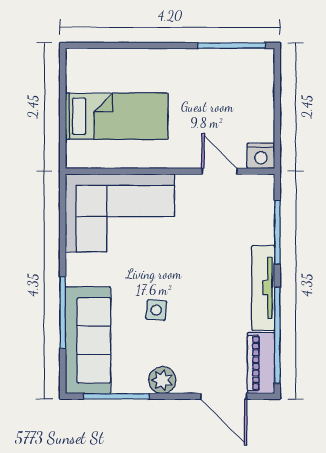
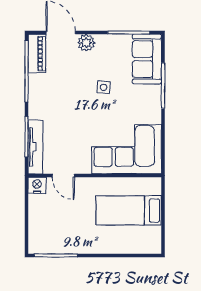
tv unit: (263, 288) -> (35, 147), moved
sofa: (88, 340) -> (147, 59), width x0.73
plant: (162, 380) -> (86, 43), moved

